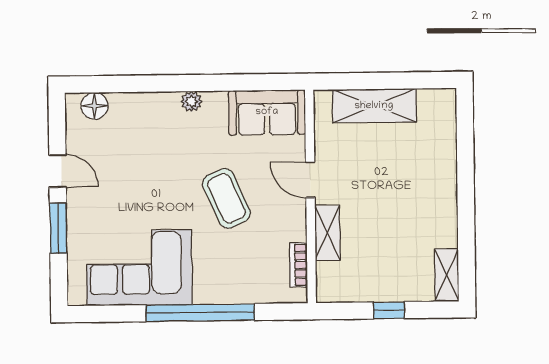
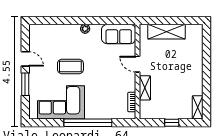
floor lamp: (94, 106) -> (42, 30), removed
coffee table: (226, 198) -> (70, 66), moved, turned -66

